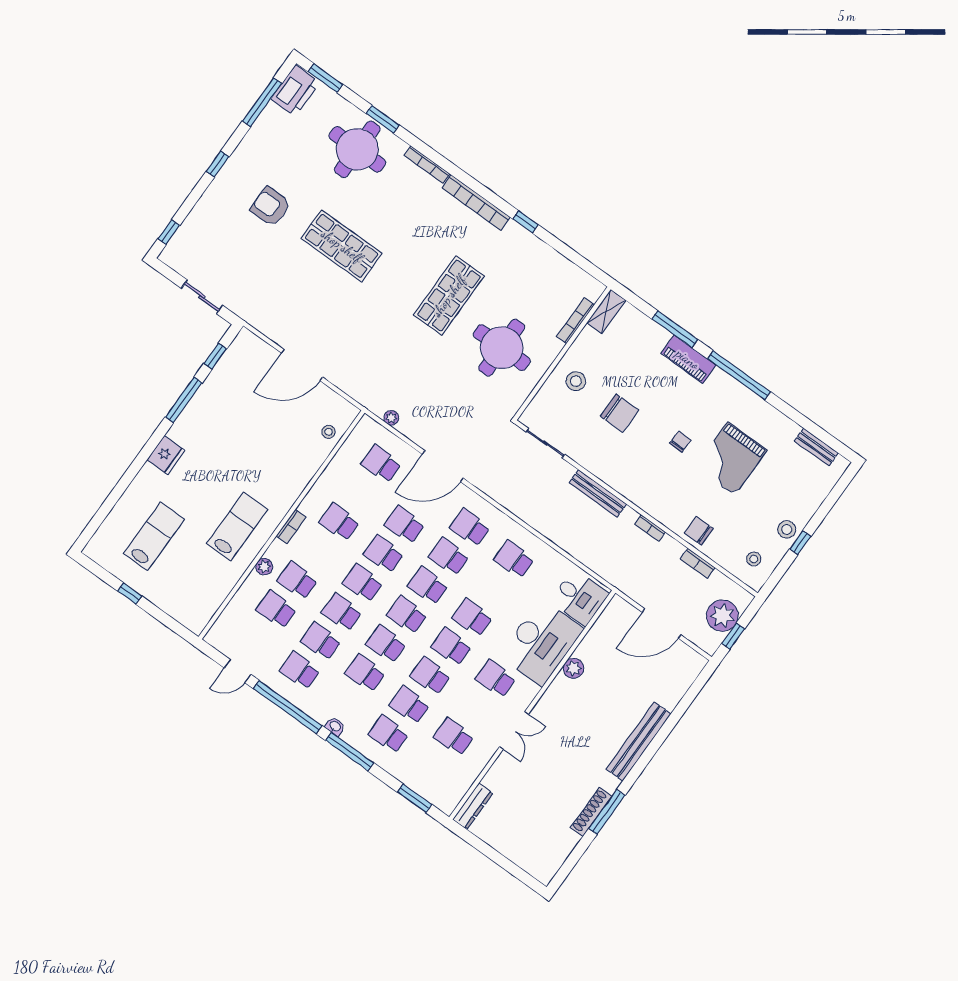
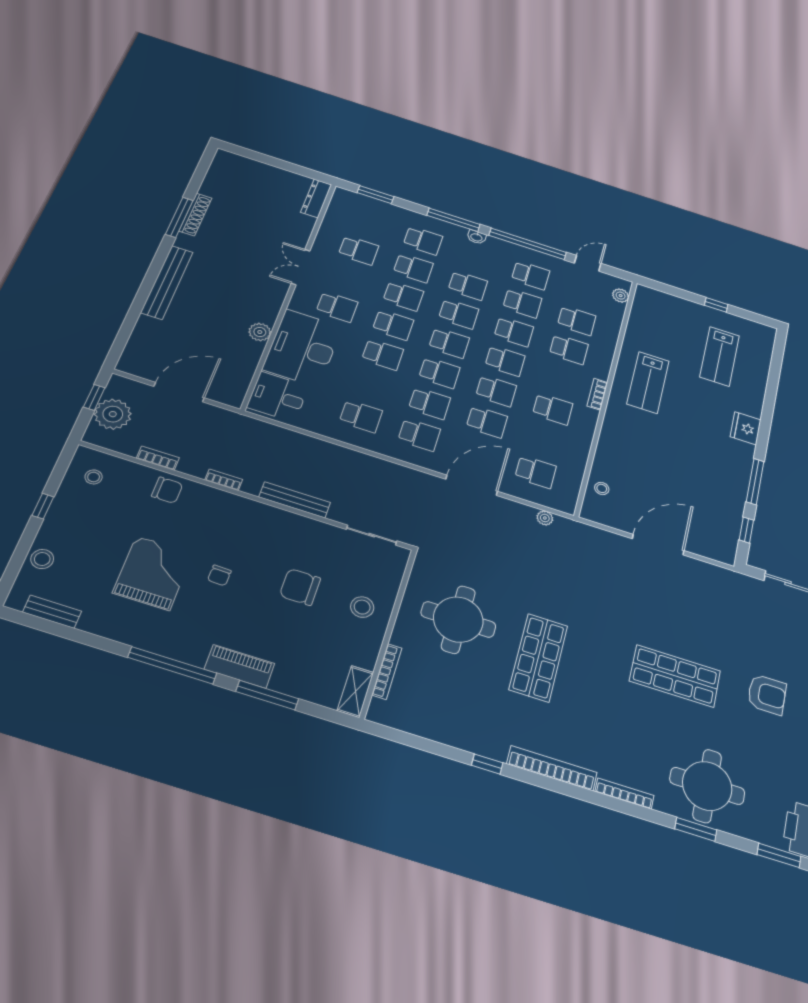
stool: (787, 529) -> (42, 559), moved
plant: (264, 567) -> (621, 296), moved

